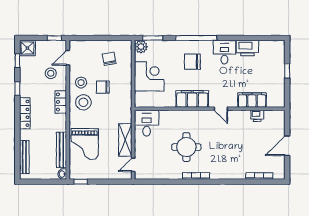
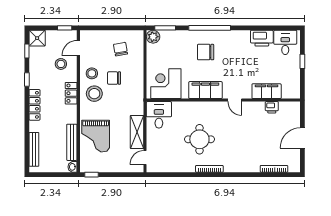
desk: (224, 52) -> (285, 42), moved
corner desk: (149, 76) -> (166, 84), moved, turned -90

